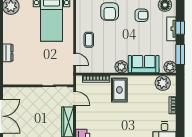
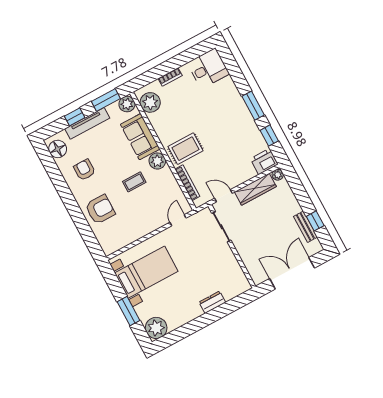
tv unit: (171, 29) -> (87, 123), width x1.41
coffee table: (89, 40) -> (134, 182), moved
door: (75, 98) -> (223, 196), hinge flipped

